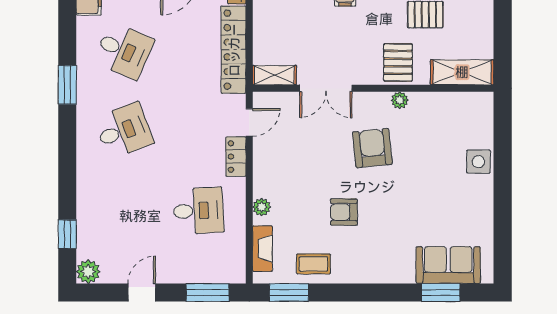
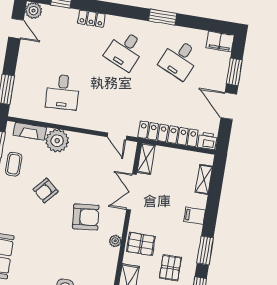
desk: (124, 131) -> (125, 50), turned 45
locker: (236, 157) -> (91, 19), moved, turned 180
plant: (262, 207) -> (57, 141), width x1.87, depth x1.87
armchair: (344, 212) -> (46, 191), turned -139
door: (142, 293) -> (16, 29), moved

